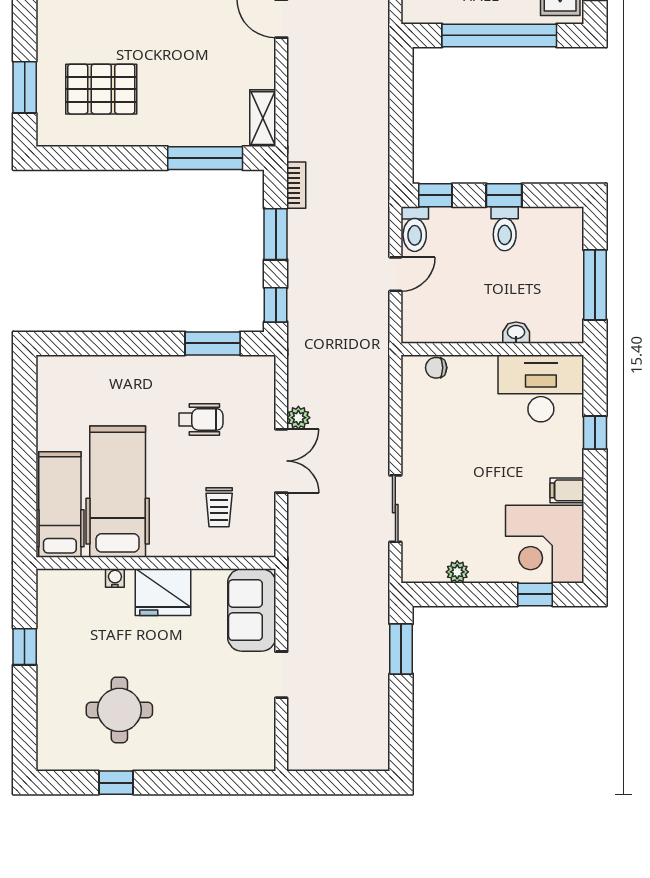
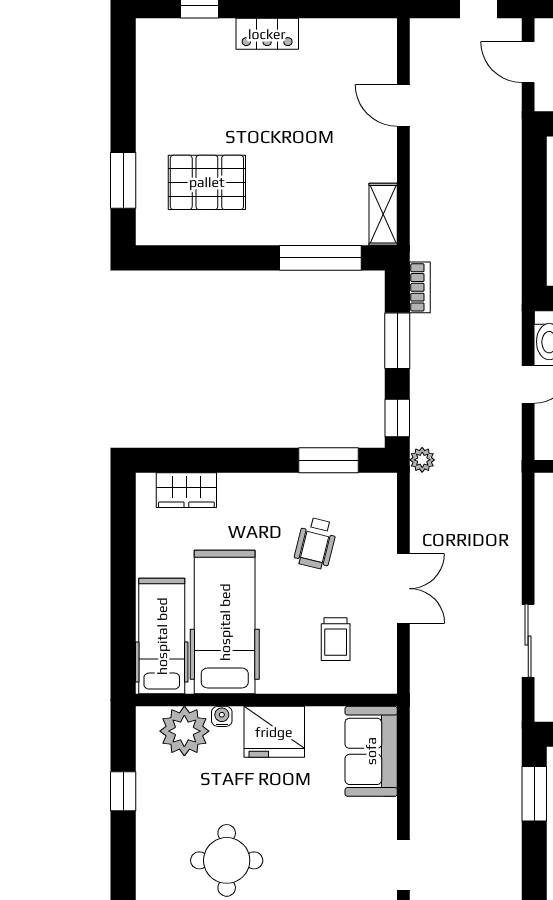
wardrobe: (82, 371) -> (186, 490), added
plant: (298, 418) -> (422, 460), moved
wheelchair: (201, 419) -> (316, 543), turned 104
plant: (81, 591) -> (184, 731), added
doorway: (281, 675) -> (403, 865), moved

